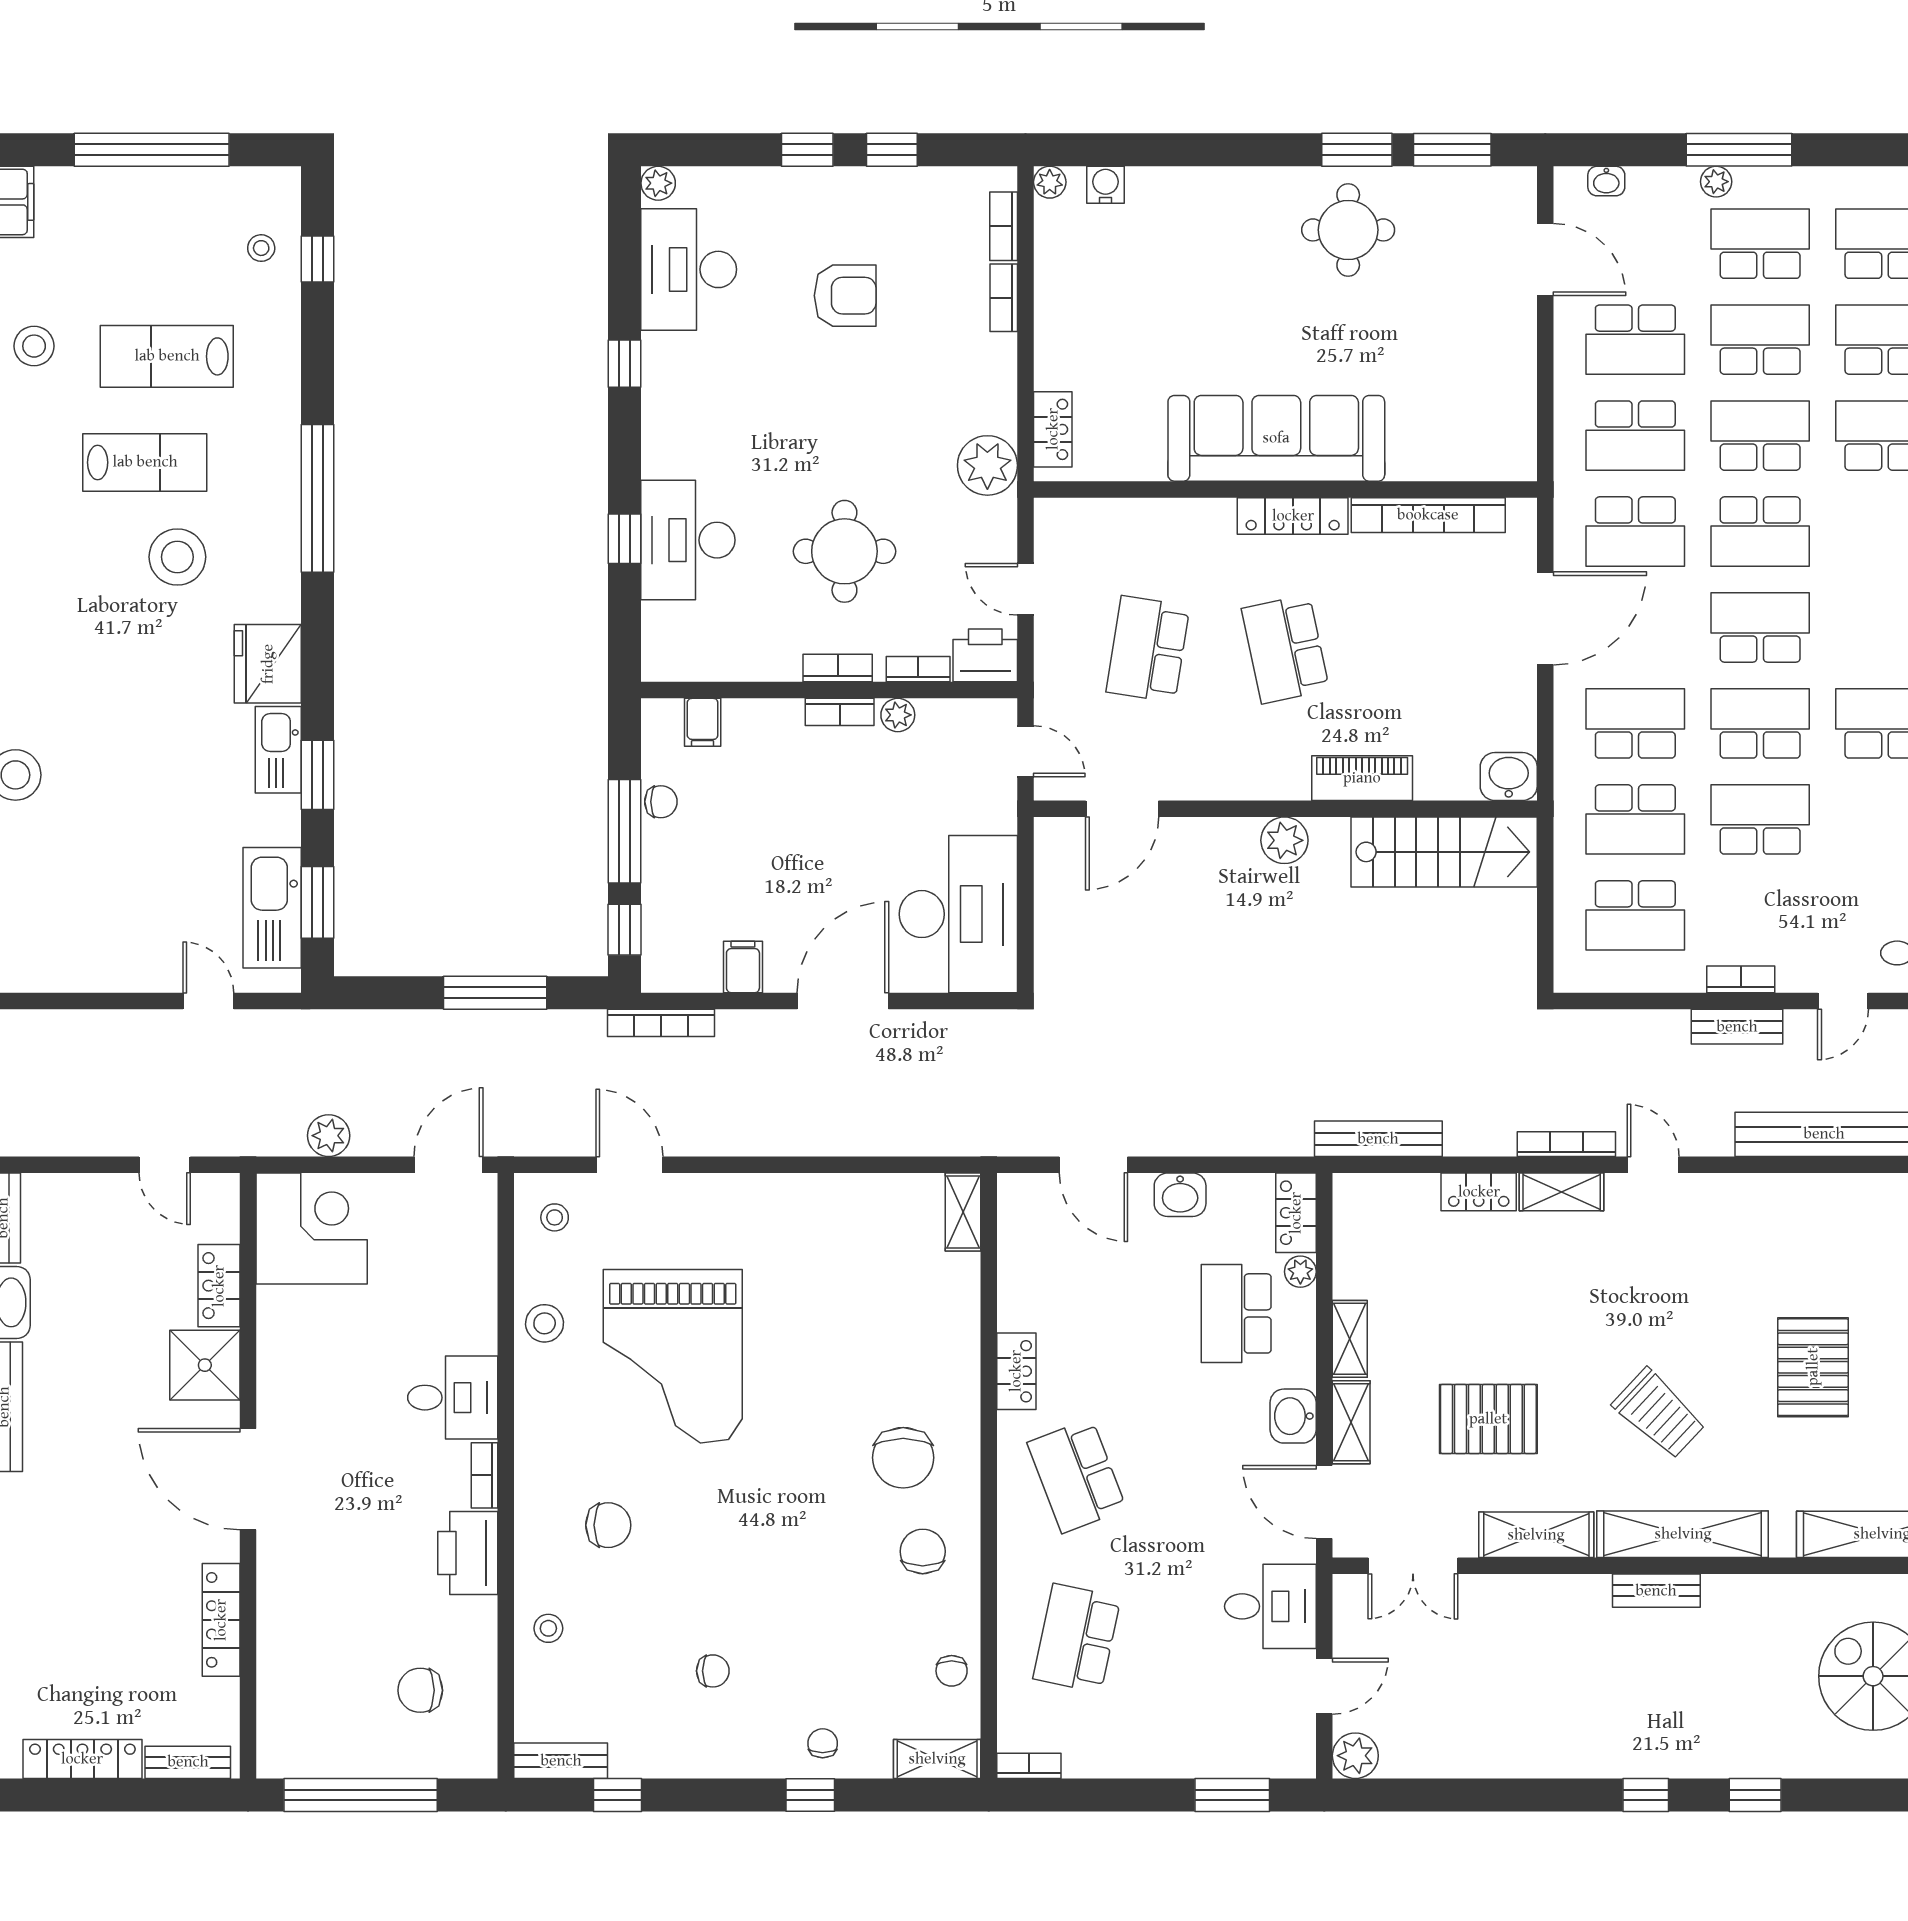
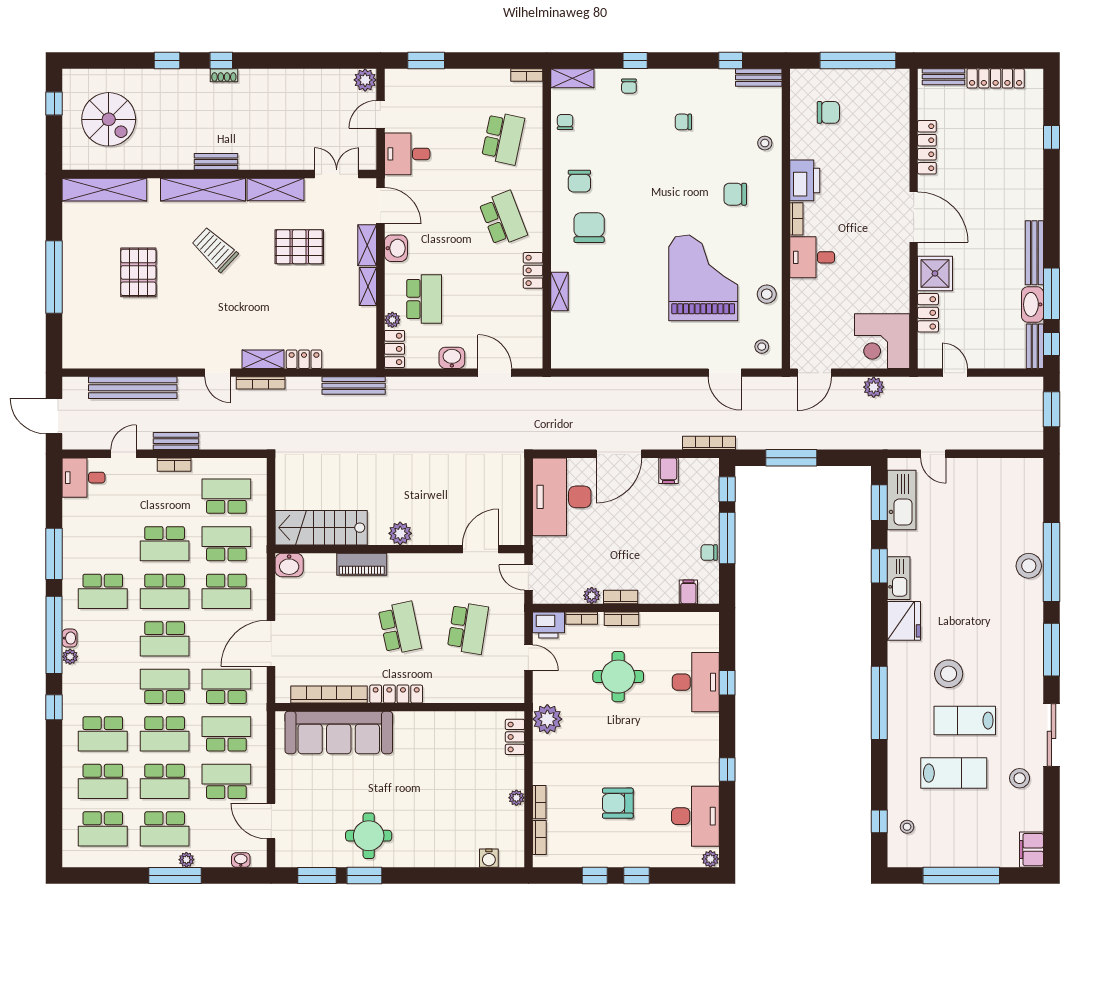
plant: (1050, 182) -> (516, 798), moved
sofa: (1276, 438) -> (339, 733), moved
shelving: (963, 1212) -> (559, 292), moved
shoe rack: (1640, 1765) -> (224, 75), added

